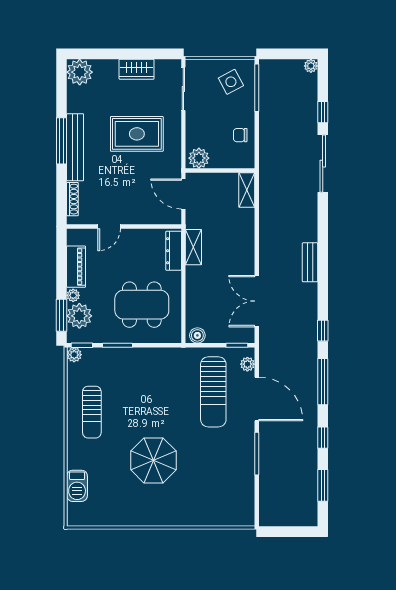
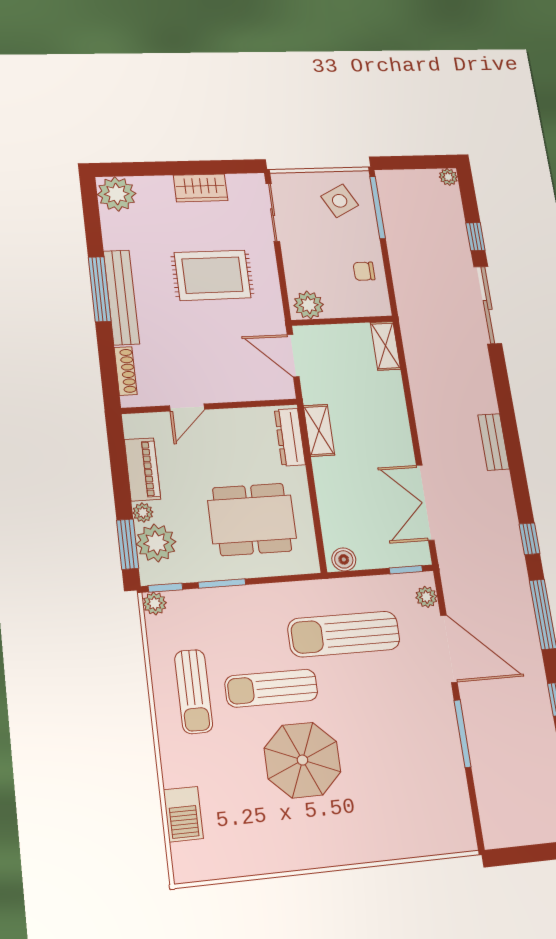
sun lounger: (213, 392) -> (344, 634), moved, turned 90
sun lounger: (140, 414) -> (271, 688), added

